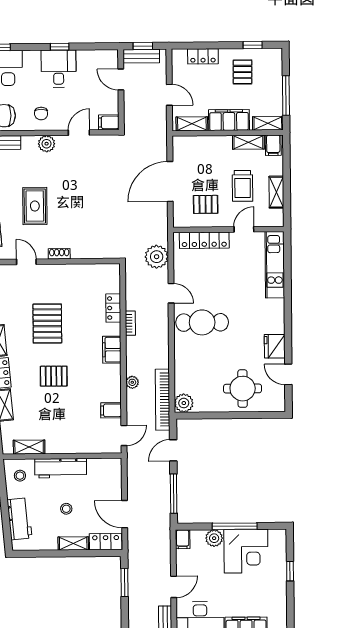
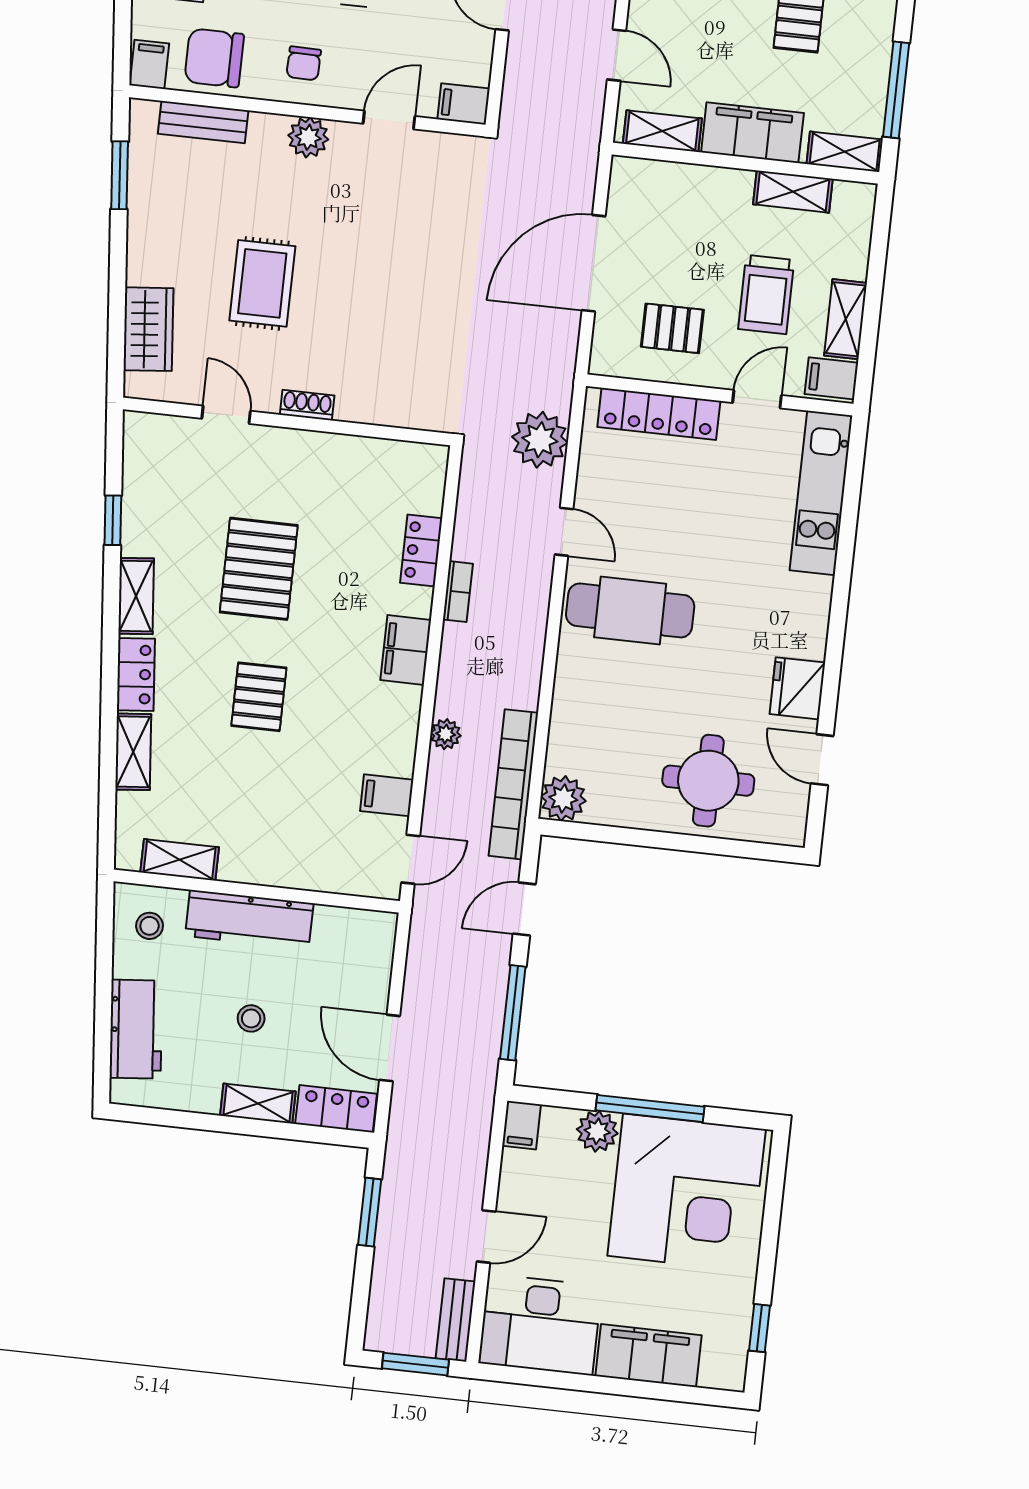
filing cabinet: (273, 145) -> (831, 378), moved, turned 90
pallet: (54, 376) -> (259, 697), turned 90
corner desk: (246, 551) -> (687, 1193), width x1.36, depth x1.36
window: (290, 571) -> (759, 1328), moved

